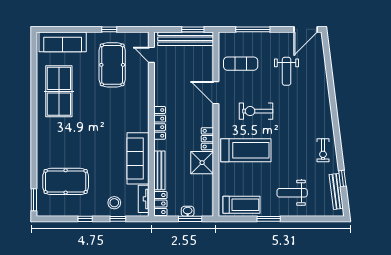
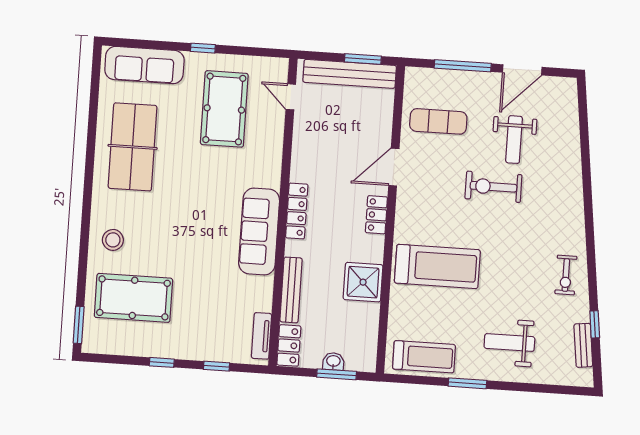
window: (109, 29) -> (203, 48), moved
door: (306, 29) -> (522, 70), moved
door: (216, 93) -> (394, 167), hinge flipped
exercise bike: (256, 111) -> (493, 187), moved
locker: (207, 139) -> (376, 215), moved
sofa: (138, 158) -> (259, 232), moved
bench: (336, 191) -> (583, 345), width x0.73
stool: (114, 203) -> (113, 240), moved

